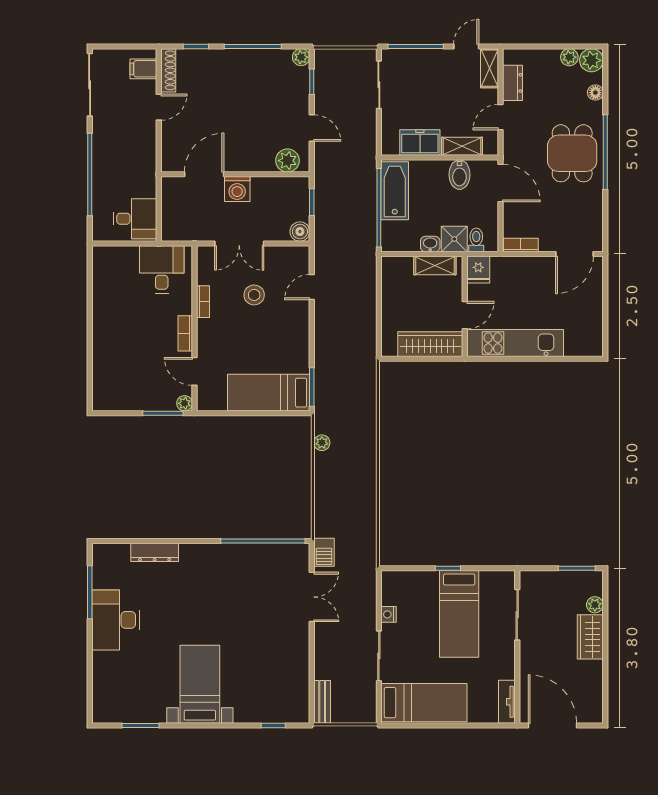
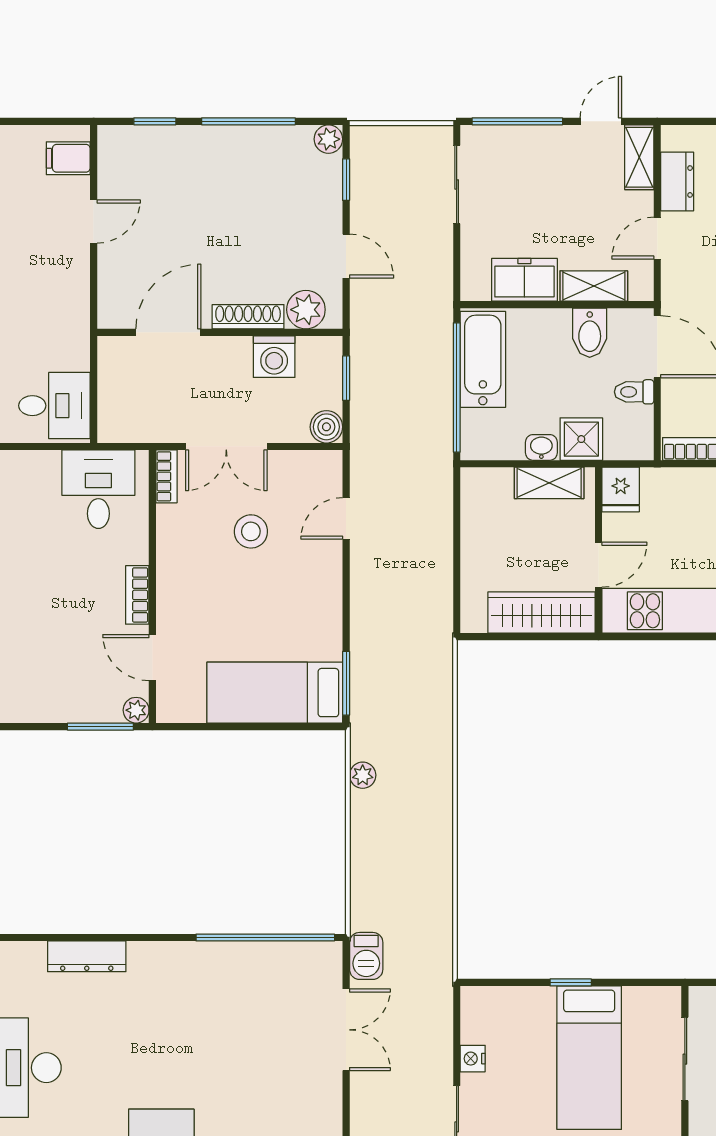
shoe rack: (168, 70) -> (248, 317), moved, turned -90
washing machine: (237, 189) -> (274, 357), moved
toilet: (476, 240) -> (634, 392), moved, turned -90
bookcase: (203, 302) -> (166, 476), moved

